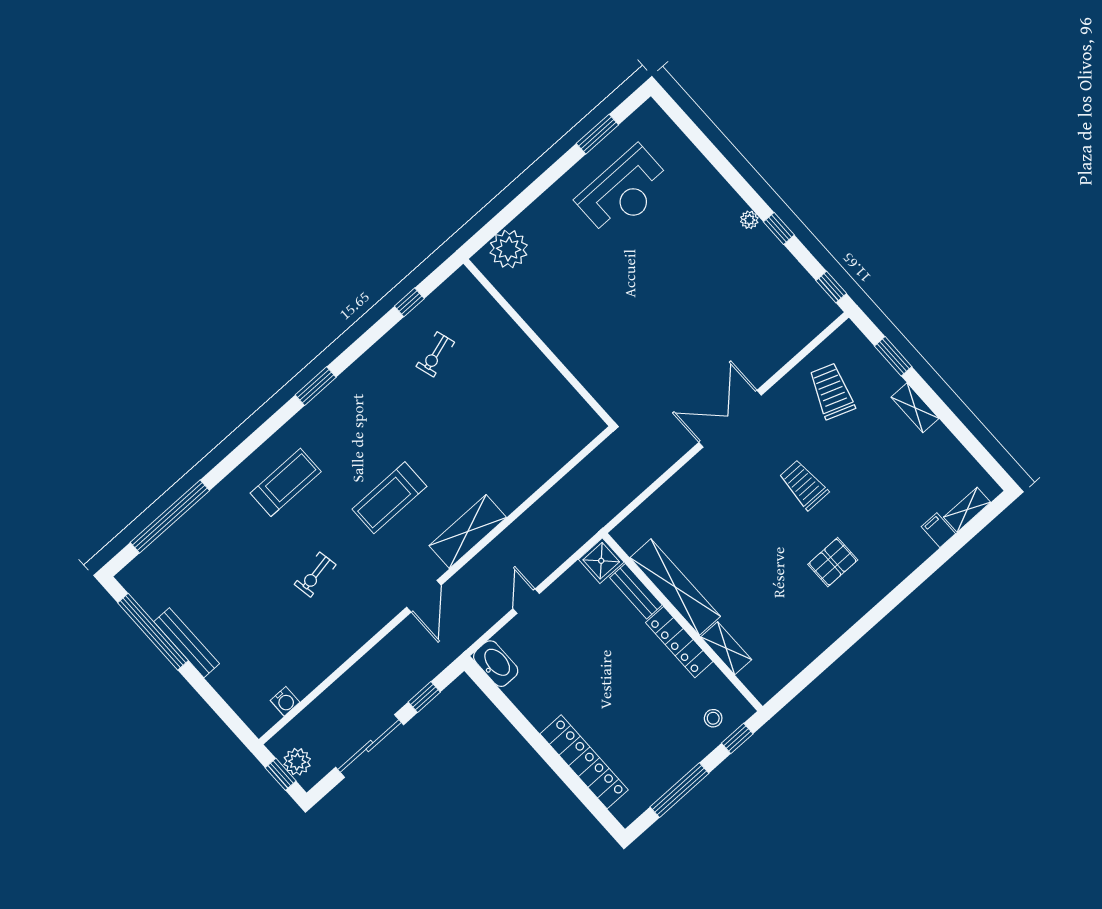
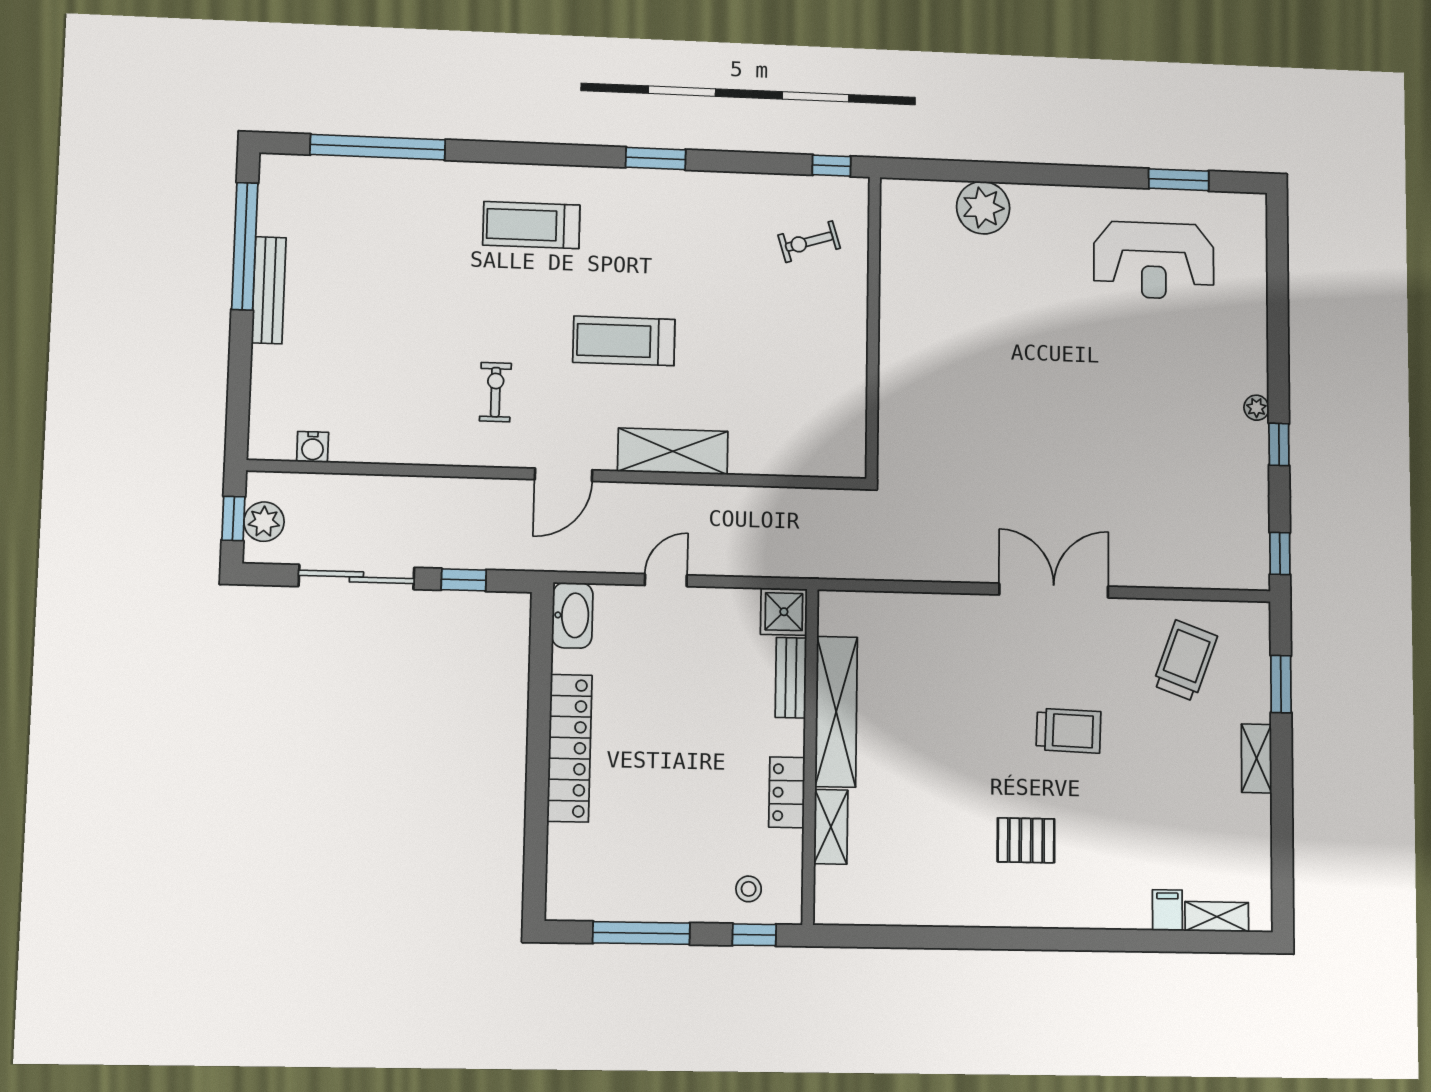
wall: (539, 343) -> (873, 327), moved
treadmill: (286, 482) -> (531, 225), turned 180
trolley: (804, 485) -> (1069, 731), turned 92
exercise bike: (315, 575) -> (495, 392), moved, turned 100
locker: (679, 642) -> (787, 792), width x0.66
locker: (584, 762) -> (570, 748), moved

